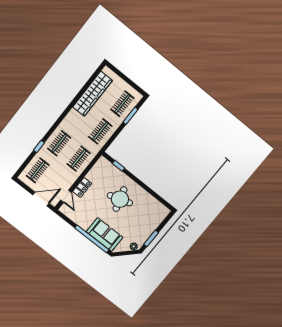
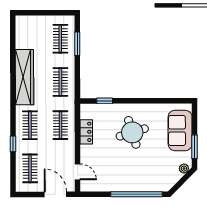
wardrobe: (92, 94) -> (25, 77), moved
locker: (82, 187) -> (86, 132), moved
door: (41, 199) -> (55, 194), hinge flipped
sofa: (105, 235) -> (180, 130), moved, turned -90

